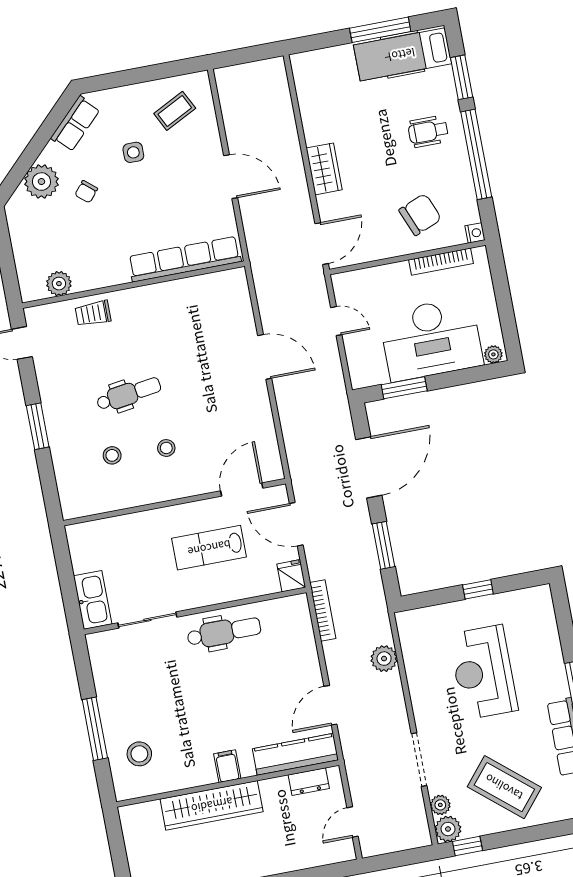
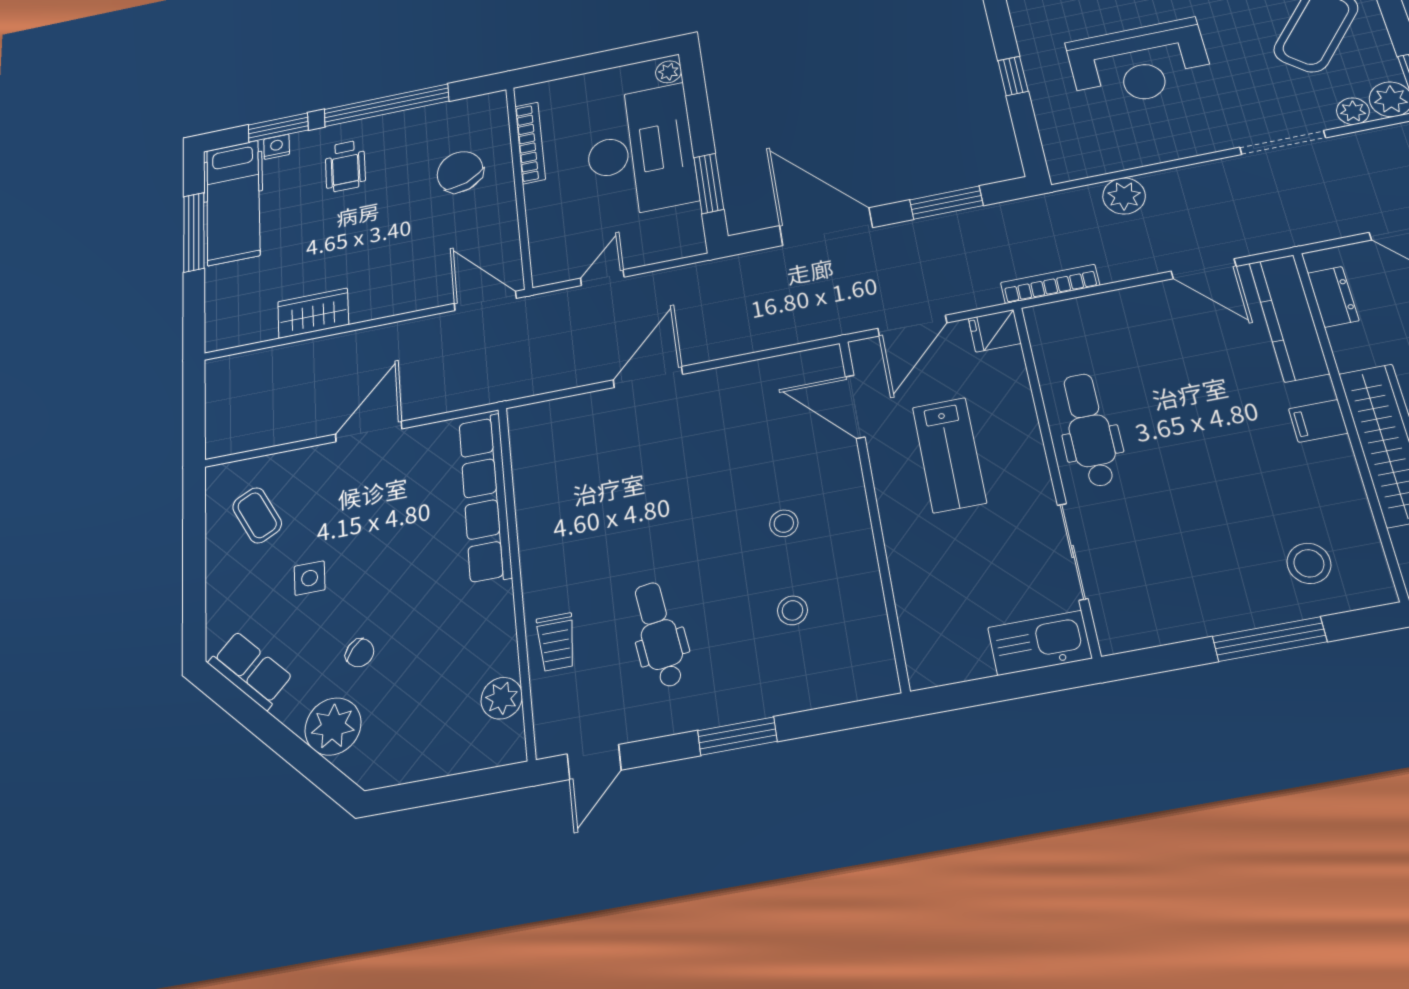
wardrobe: (324, 169) -> (313, 313), moved
nightstand: (475, 233) -> (277, 147), moved
dental chair: (129, 394) -> (659, 634), moved

